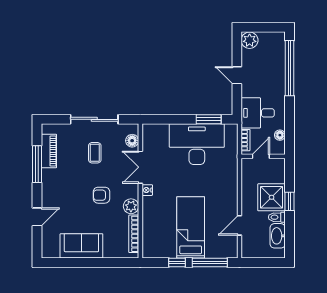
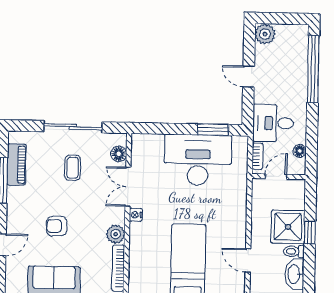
armchair: (101, 195) -> (57, 226), moved
door: (239, 225) -> (248, 260), hinge flipped

